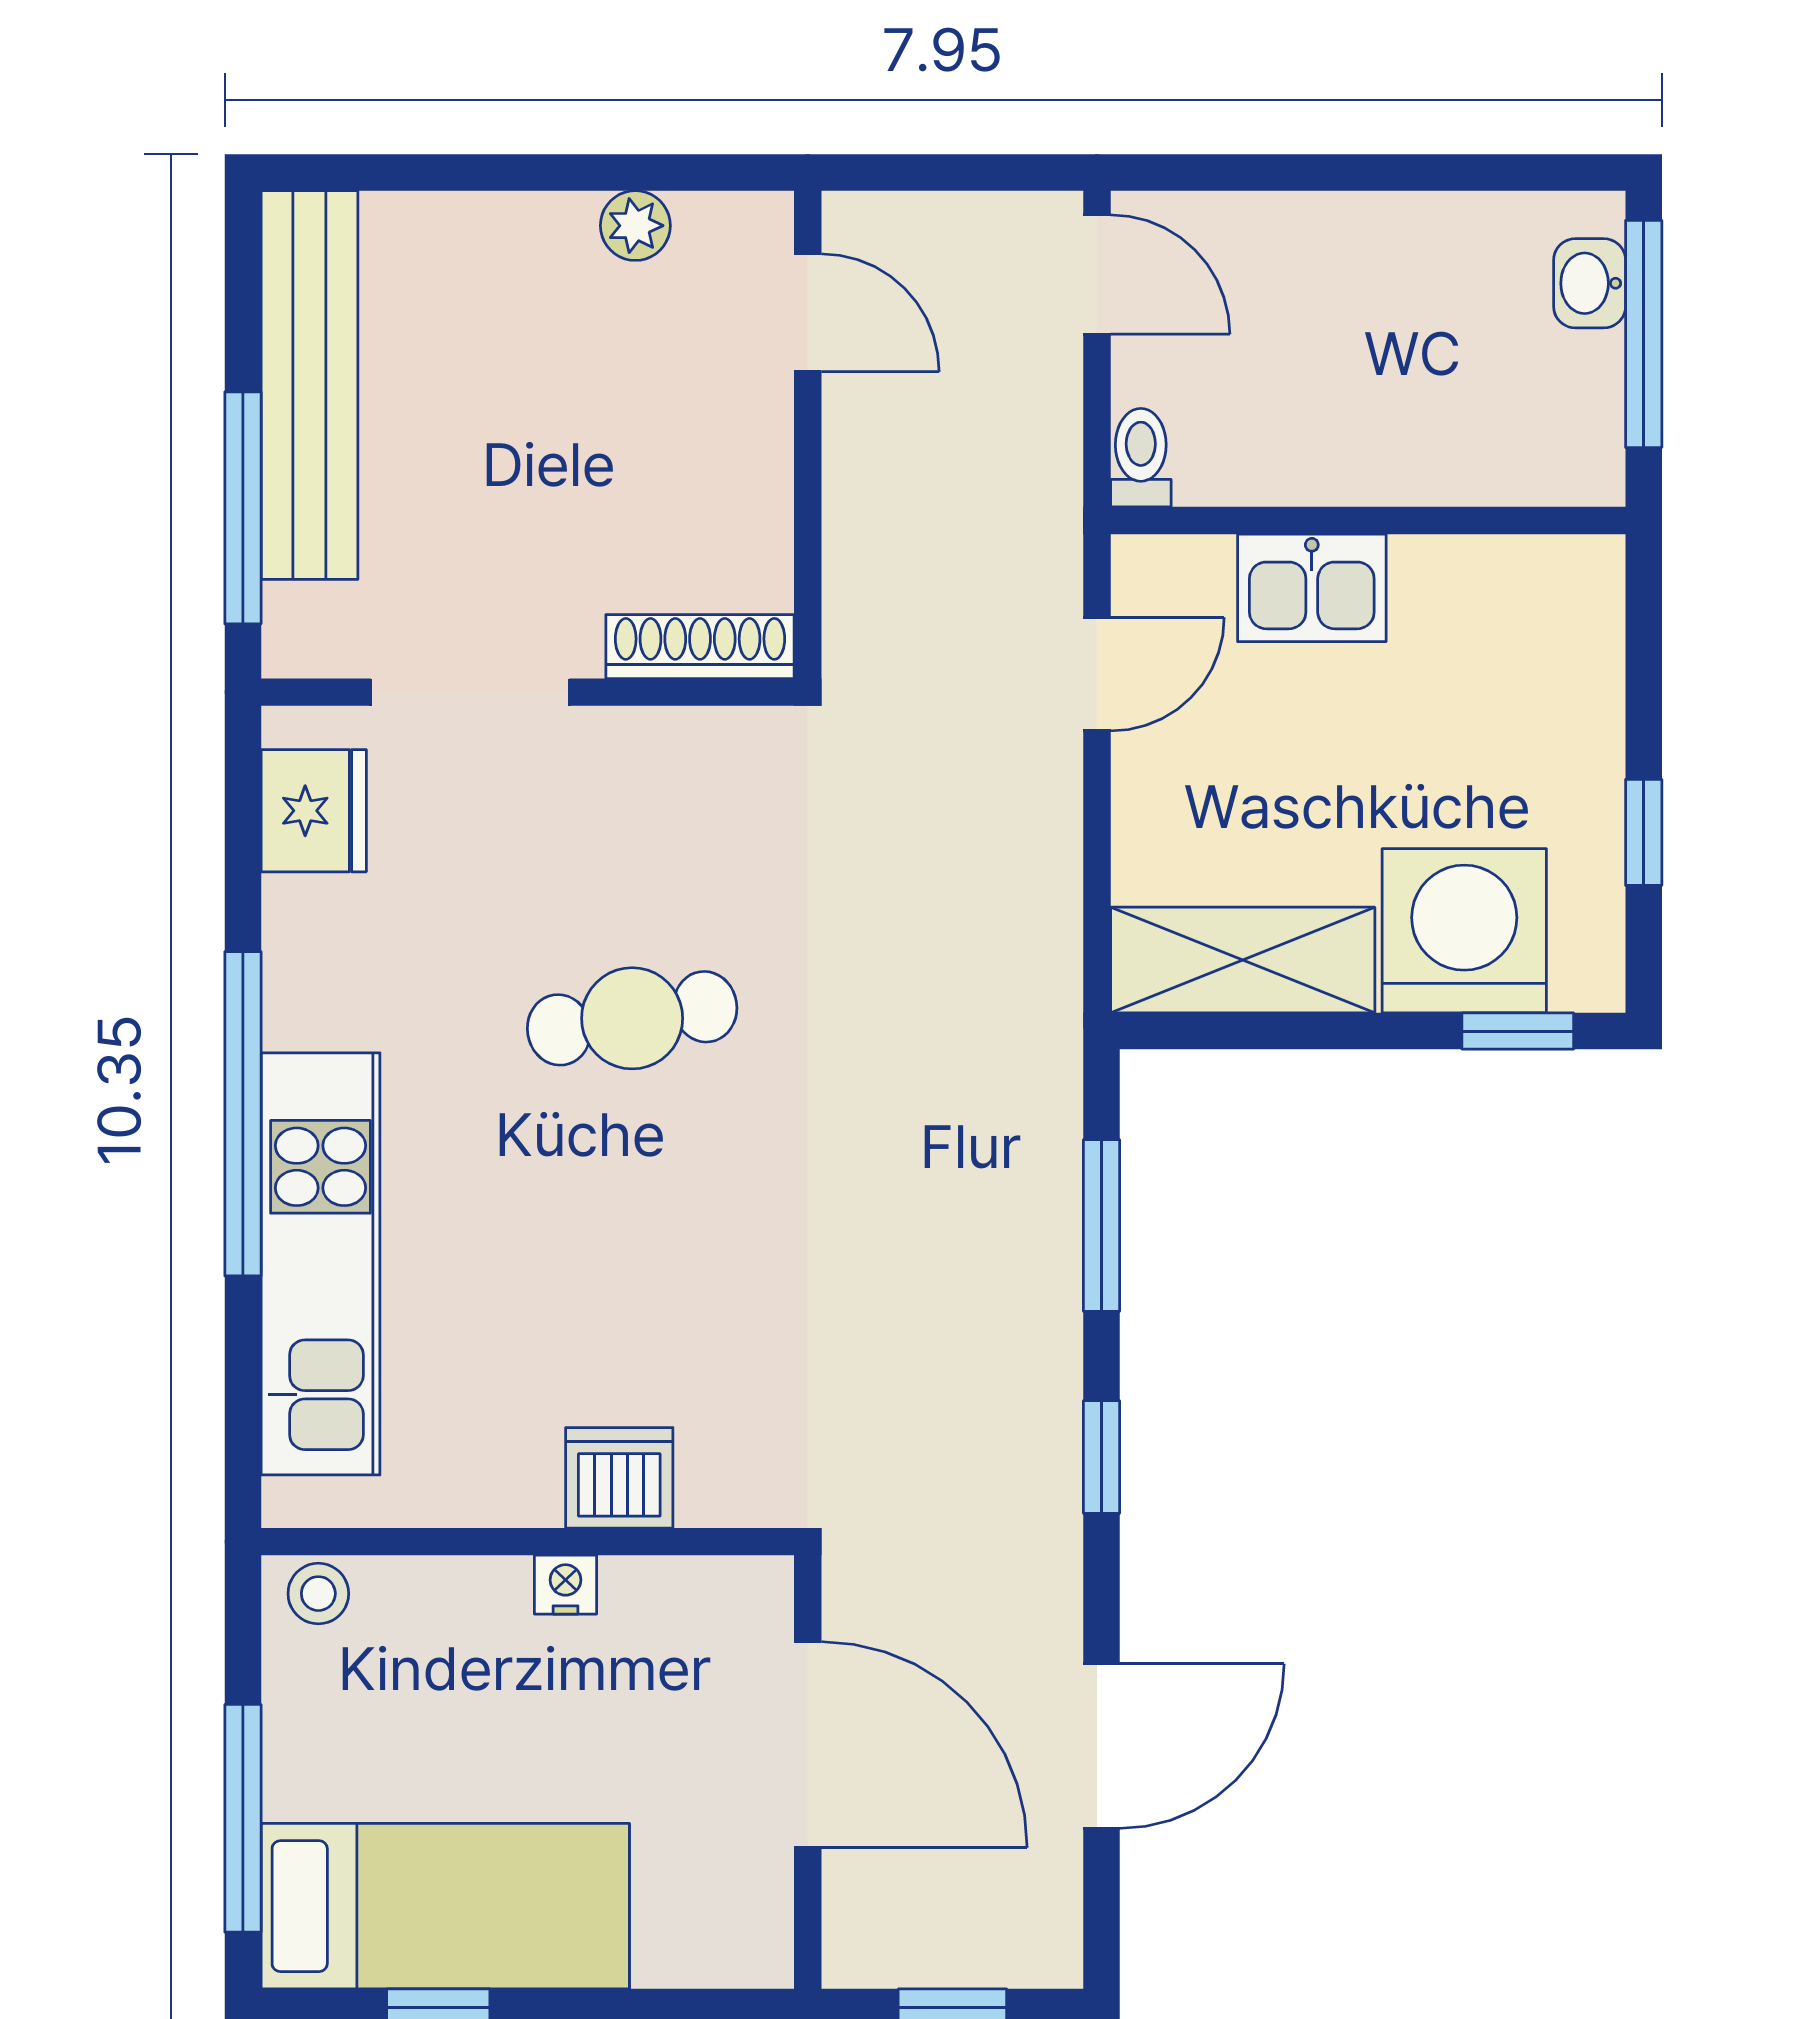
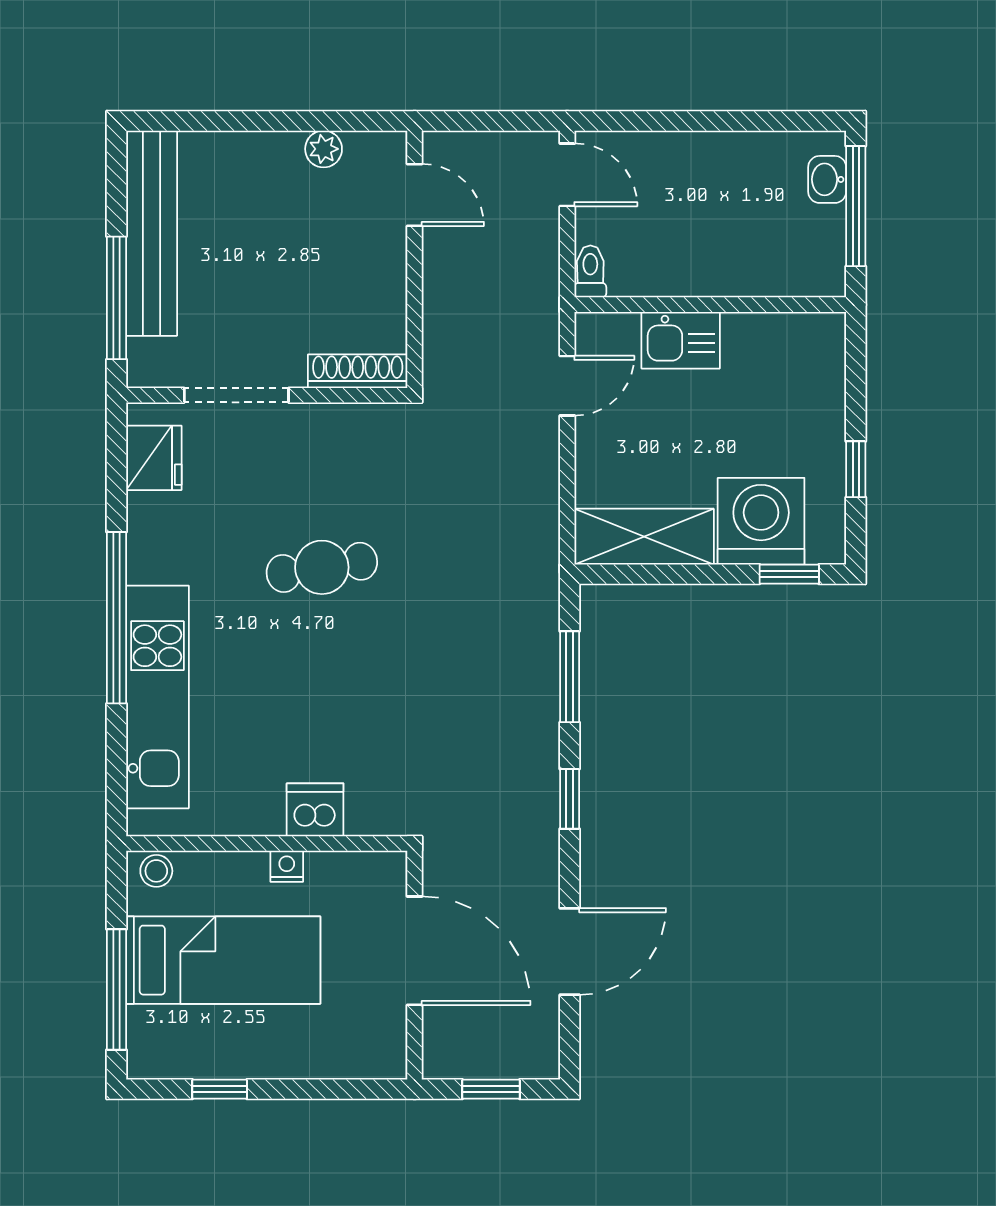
bed: (445, 1906) -> (223, 960), moved

